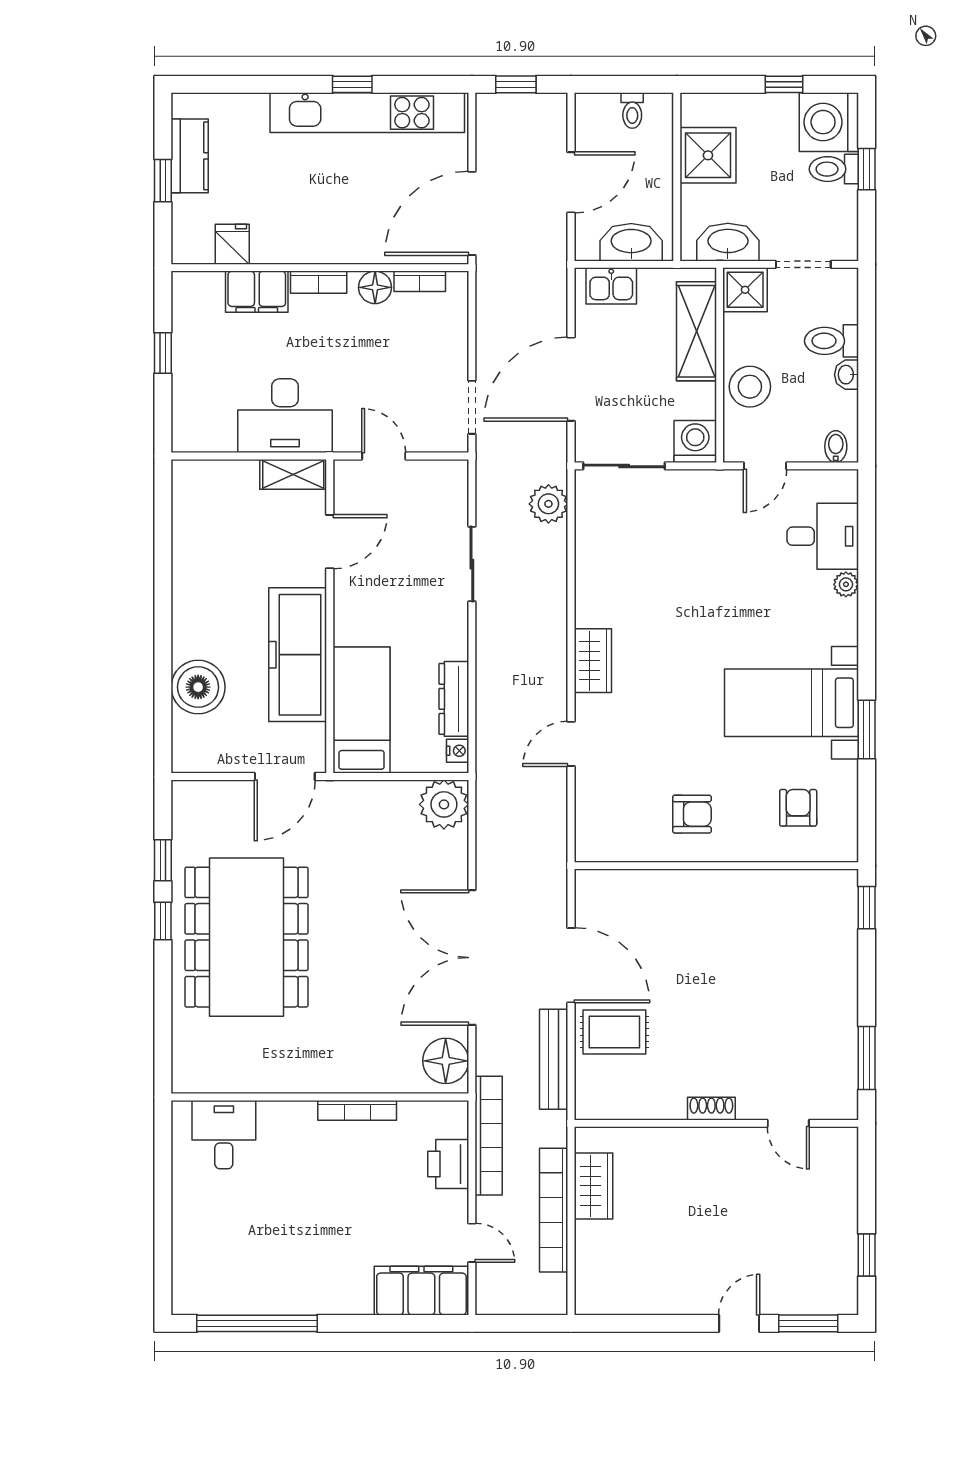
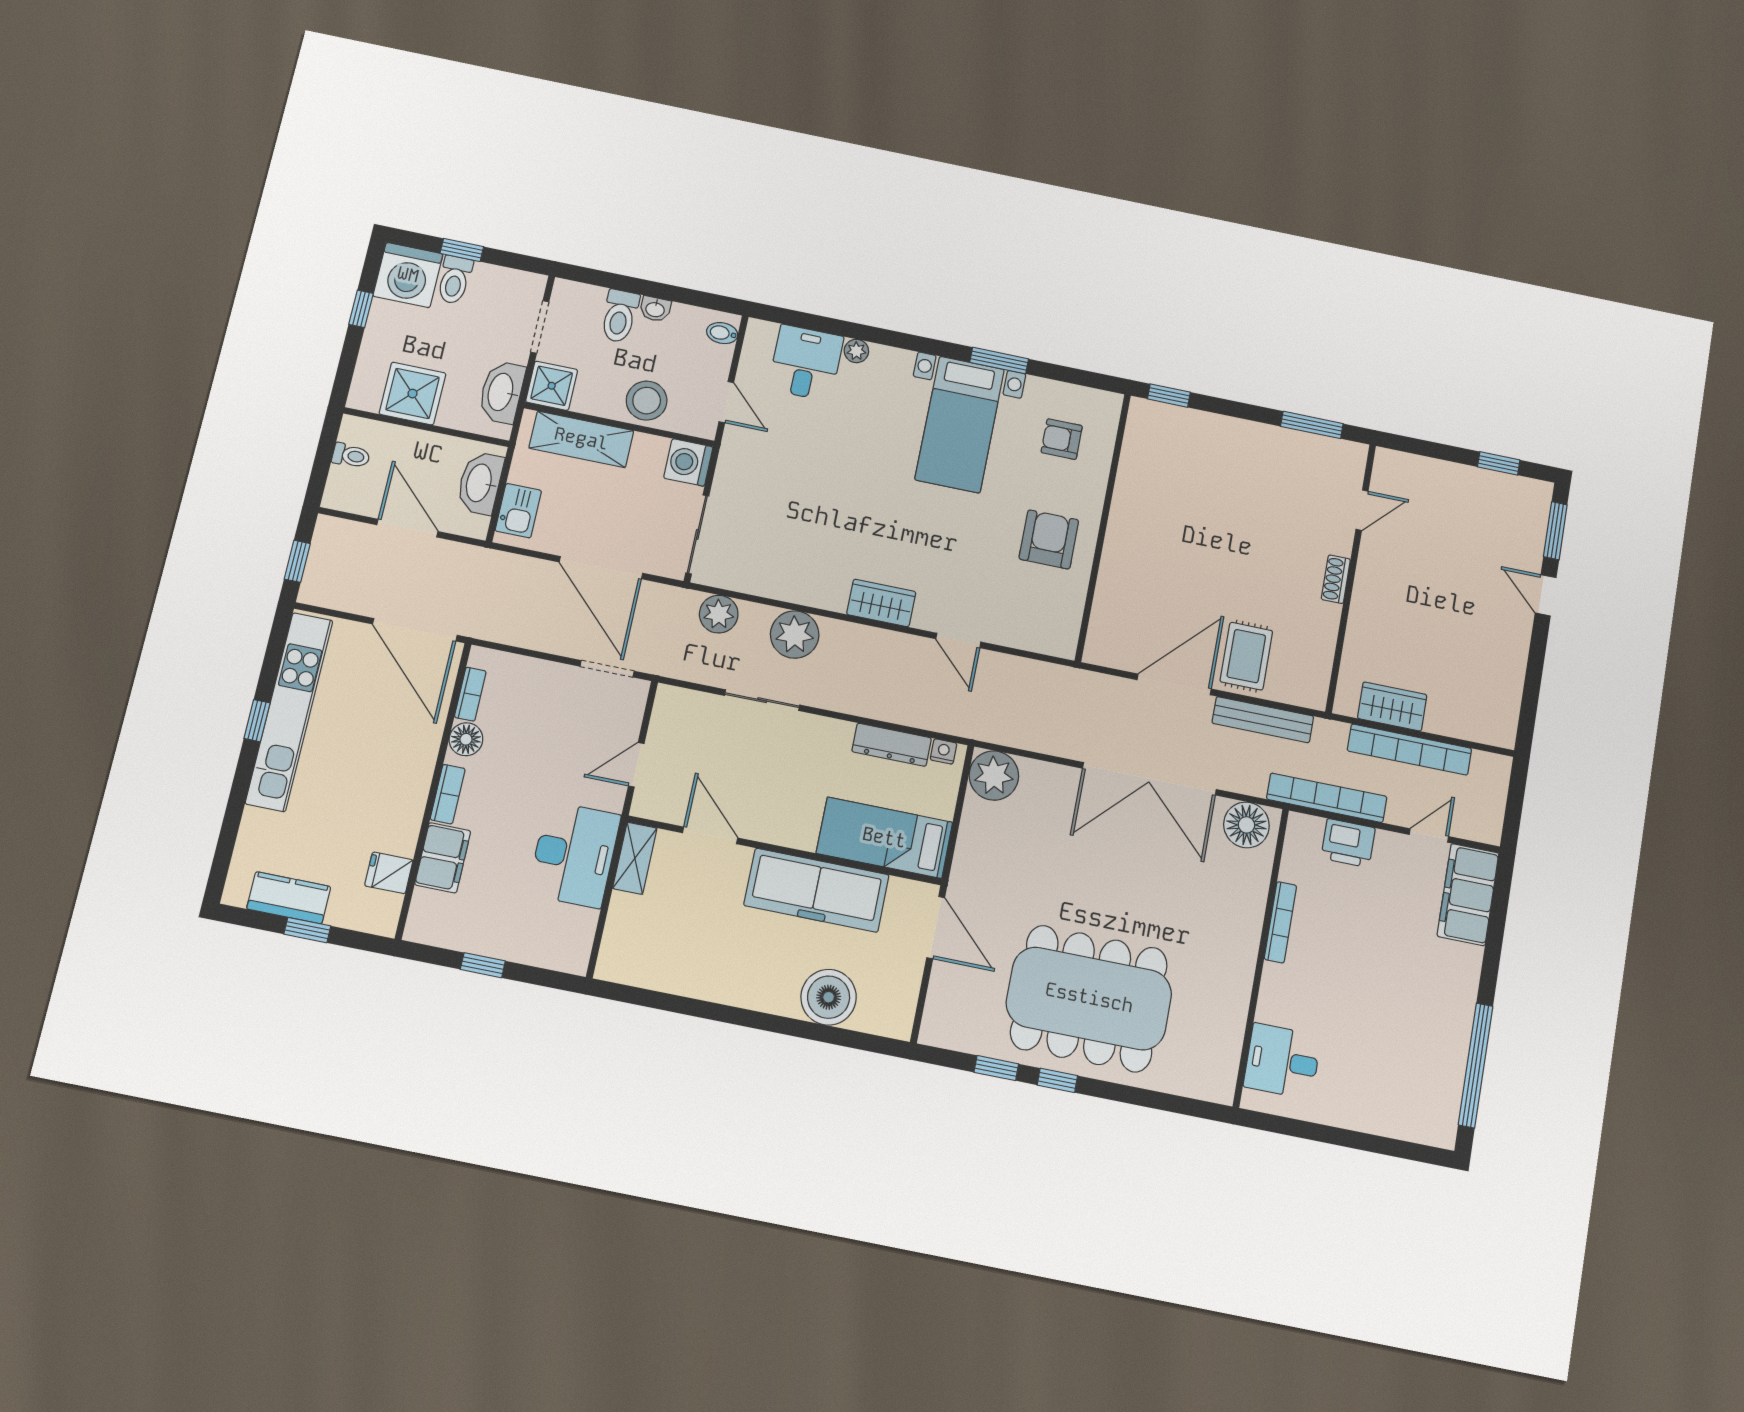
plant: (544, 582) -> (795, 635), added
armchair: (692, 814) -> (1049, 539), width x1.38, depth x1.38

